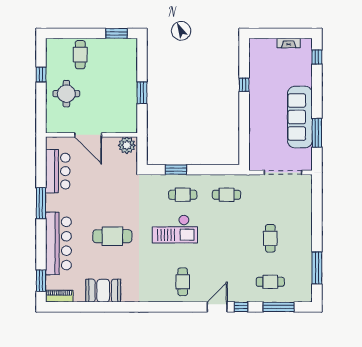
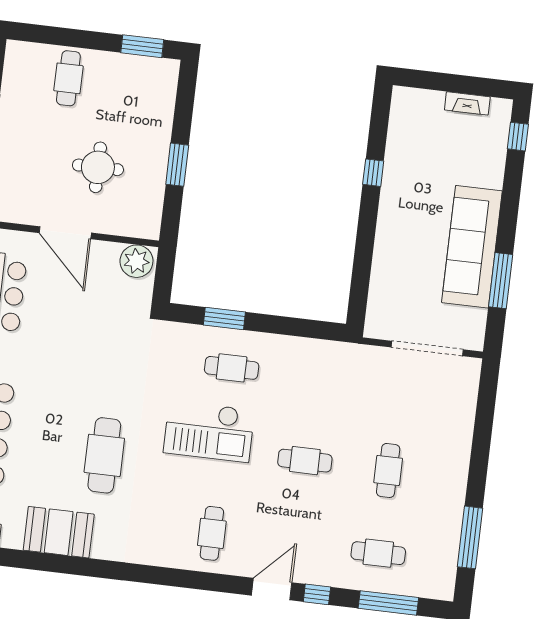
round table: (66, 94) -> (98, 167), moved
cafe table: (227, 195) -> (305, 461), moved
cafe table: (112, 236) -> (104, 455), moved, turned 90

